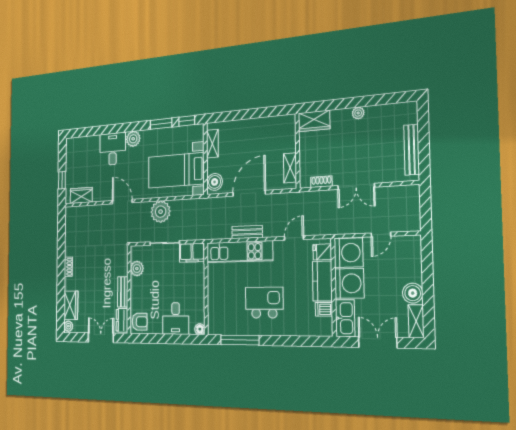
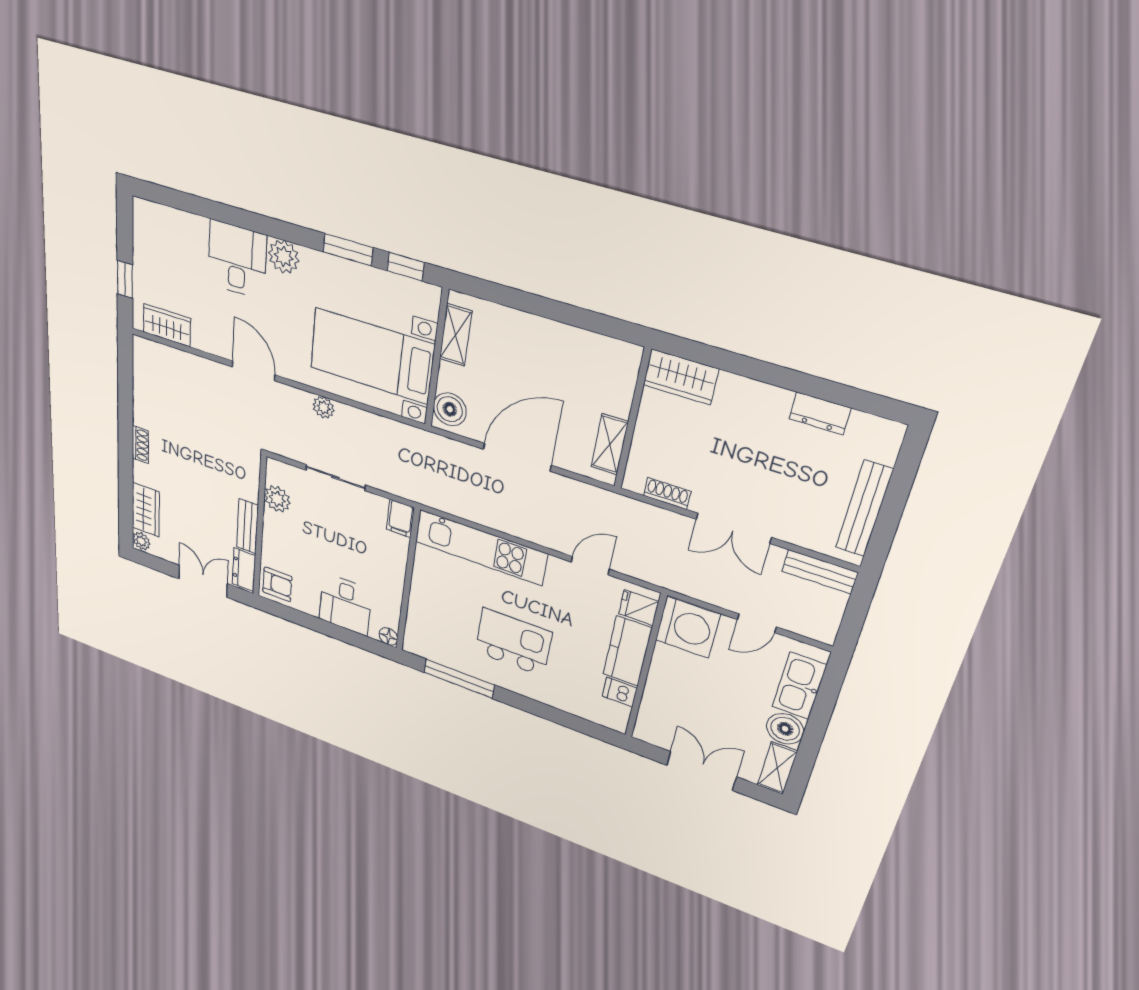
dresser: (378, 112) -> (820, 413), added
plant: (358, 113) -> (778, 399), removed
plant: (161, 212) -> (324, 407), width x0.53, depth x0.53
bench: (247, 232) -> (820, 572), moved
filing cabinet: (192, 253) -> (400, 518), width x0.50
washing machine: (349, 283) -> (676, 673), removed
kitchen sink: (345, 318) -> (799, 686), moved, turned 180

